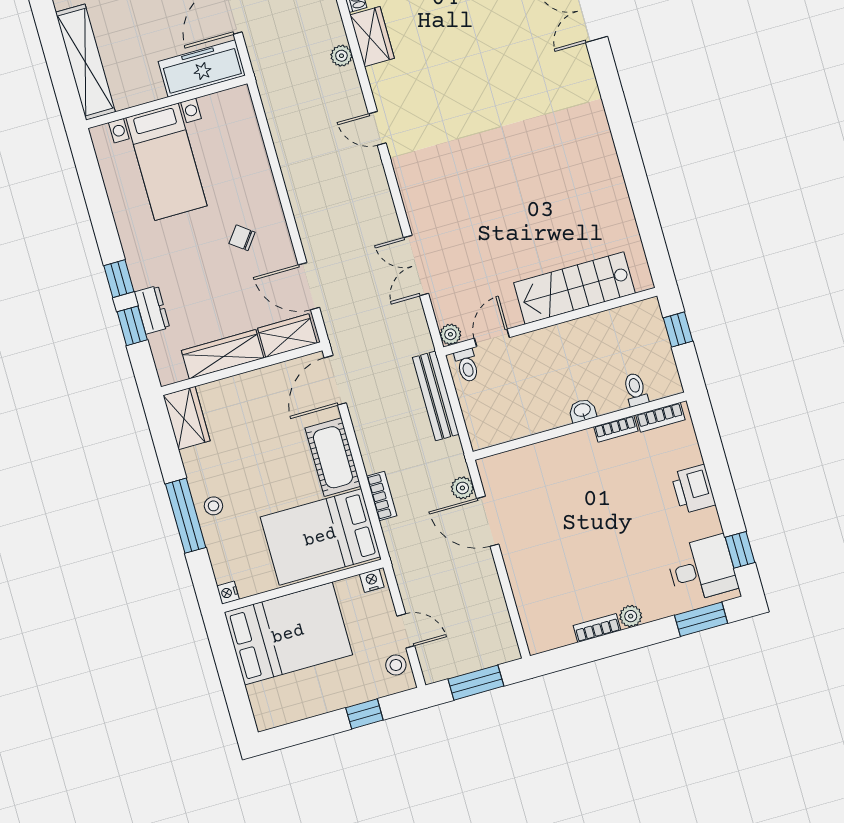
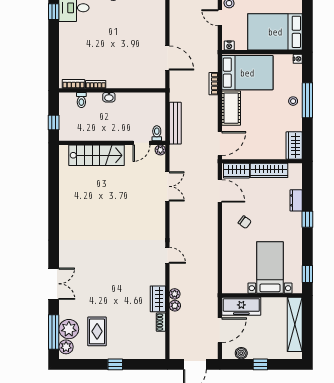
window: (132, 326) -> (307, 274), moved
plant: (462, 488) -> (175, 306), moved
printer: (693, 489) -> (68, 46), removed

